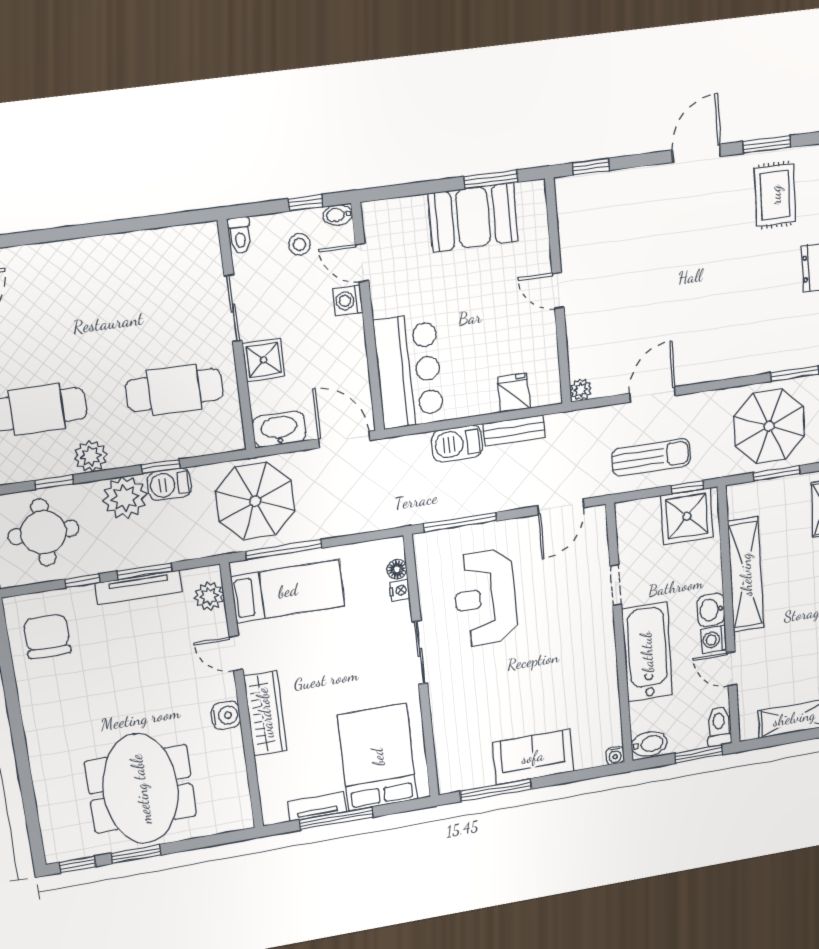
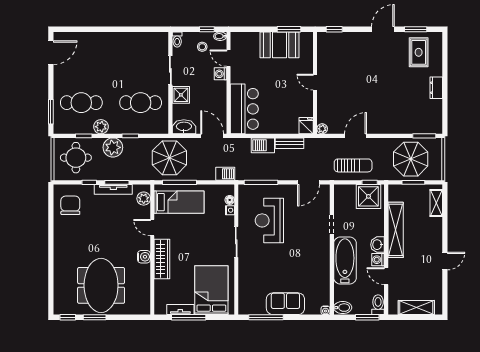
fridge: (514, 393) -> (306, 126), moved
barbecue: (169, 484) -> (225, 174), moved, turned 180

